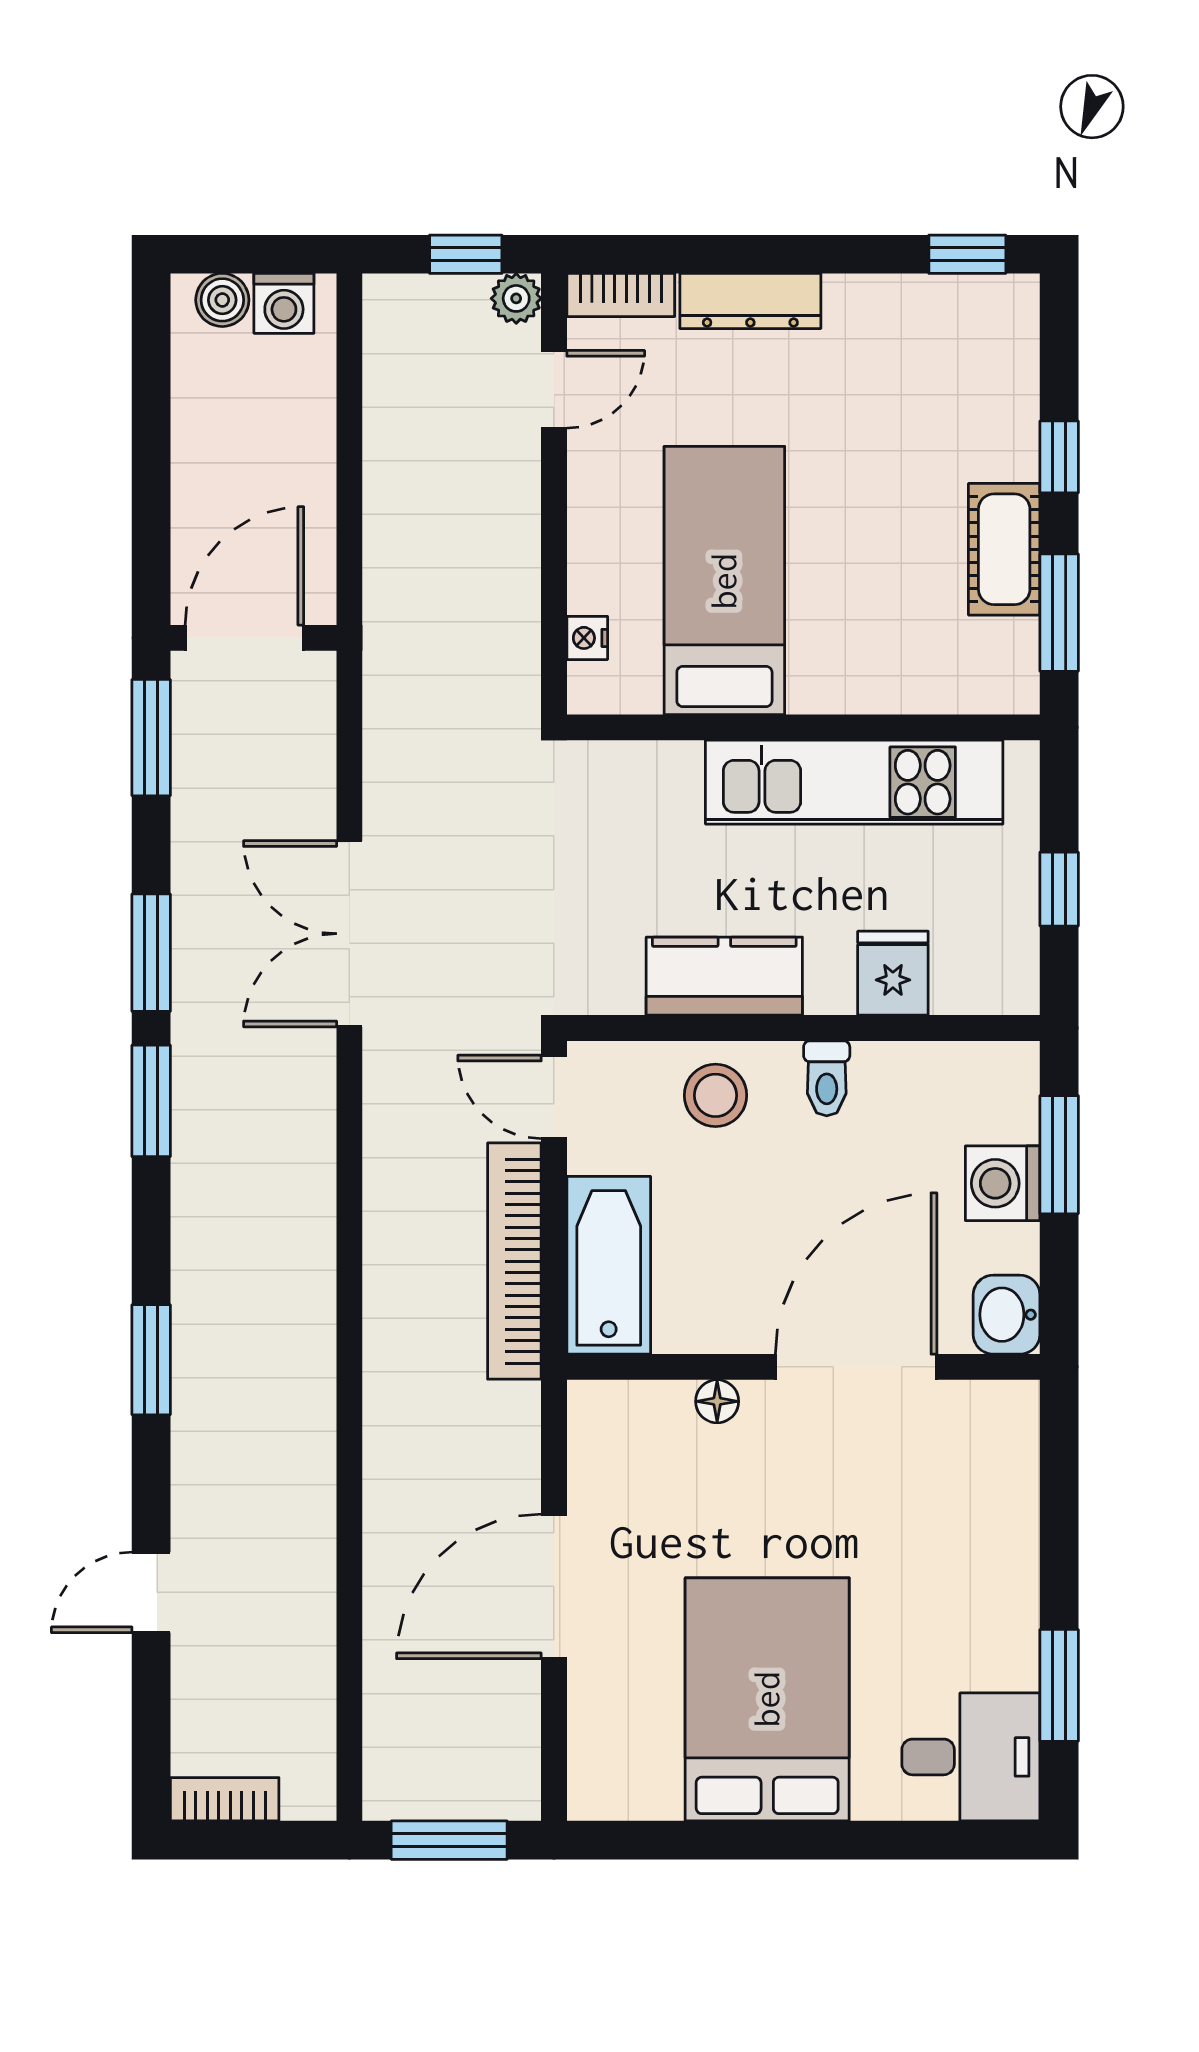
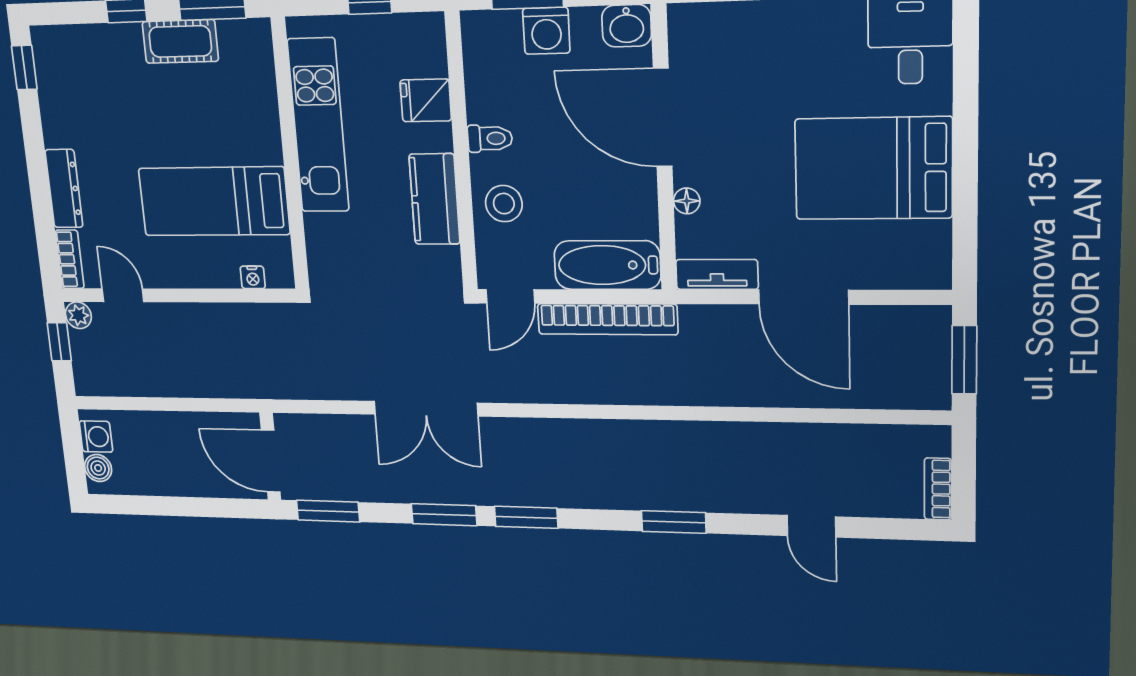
tv unit: (592, 1447) -> (717, 274), added

